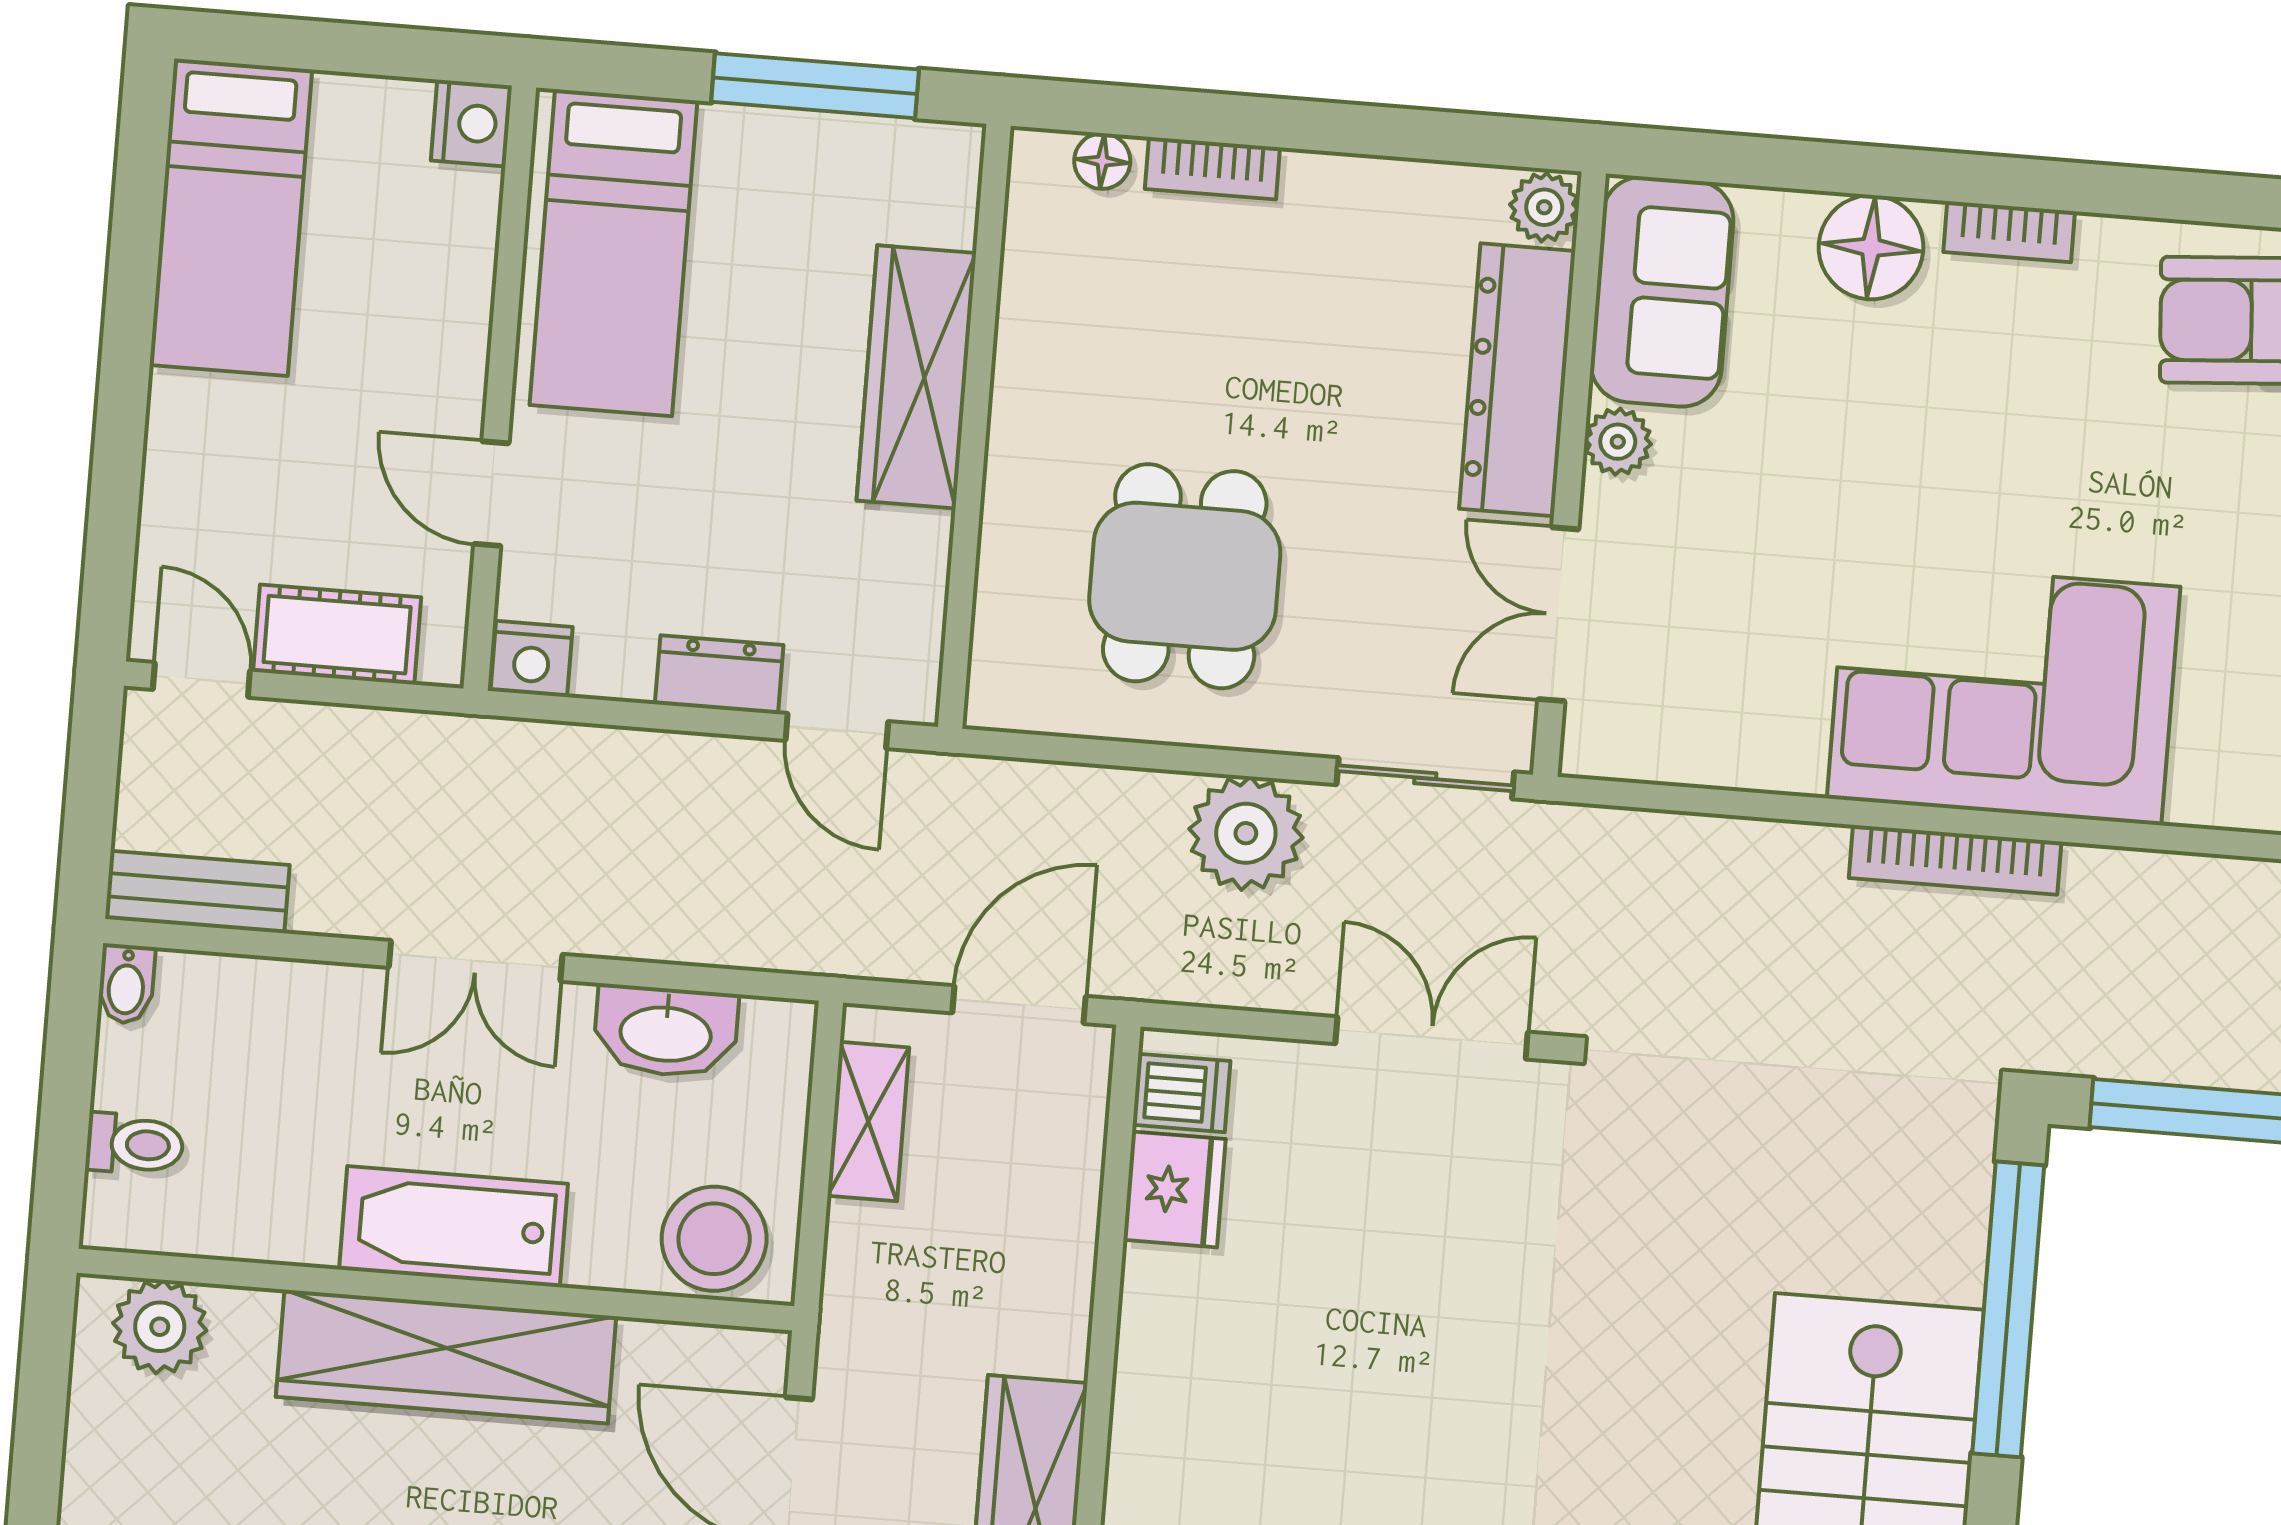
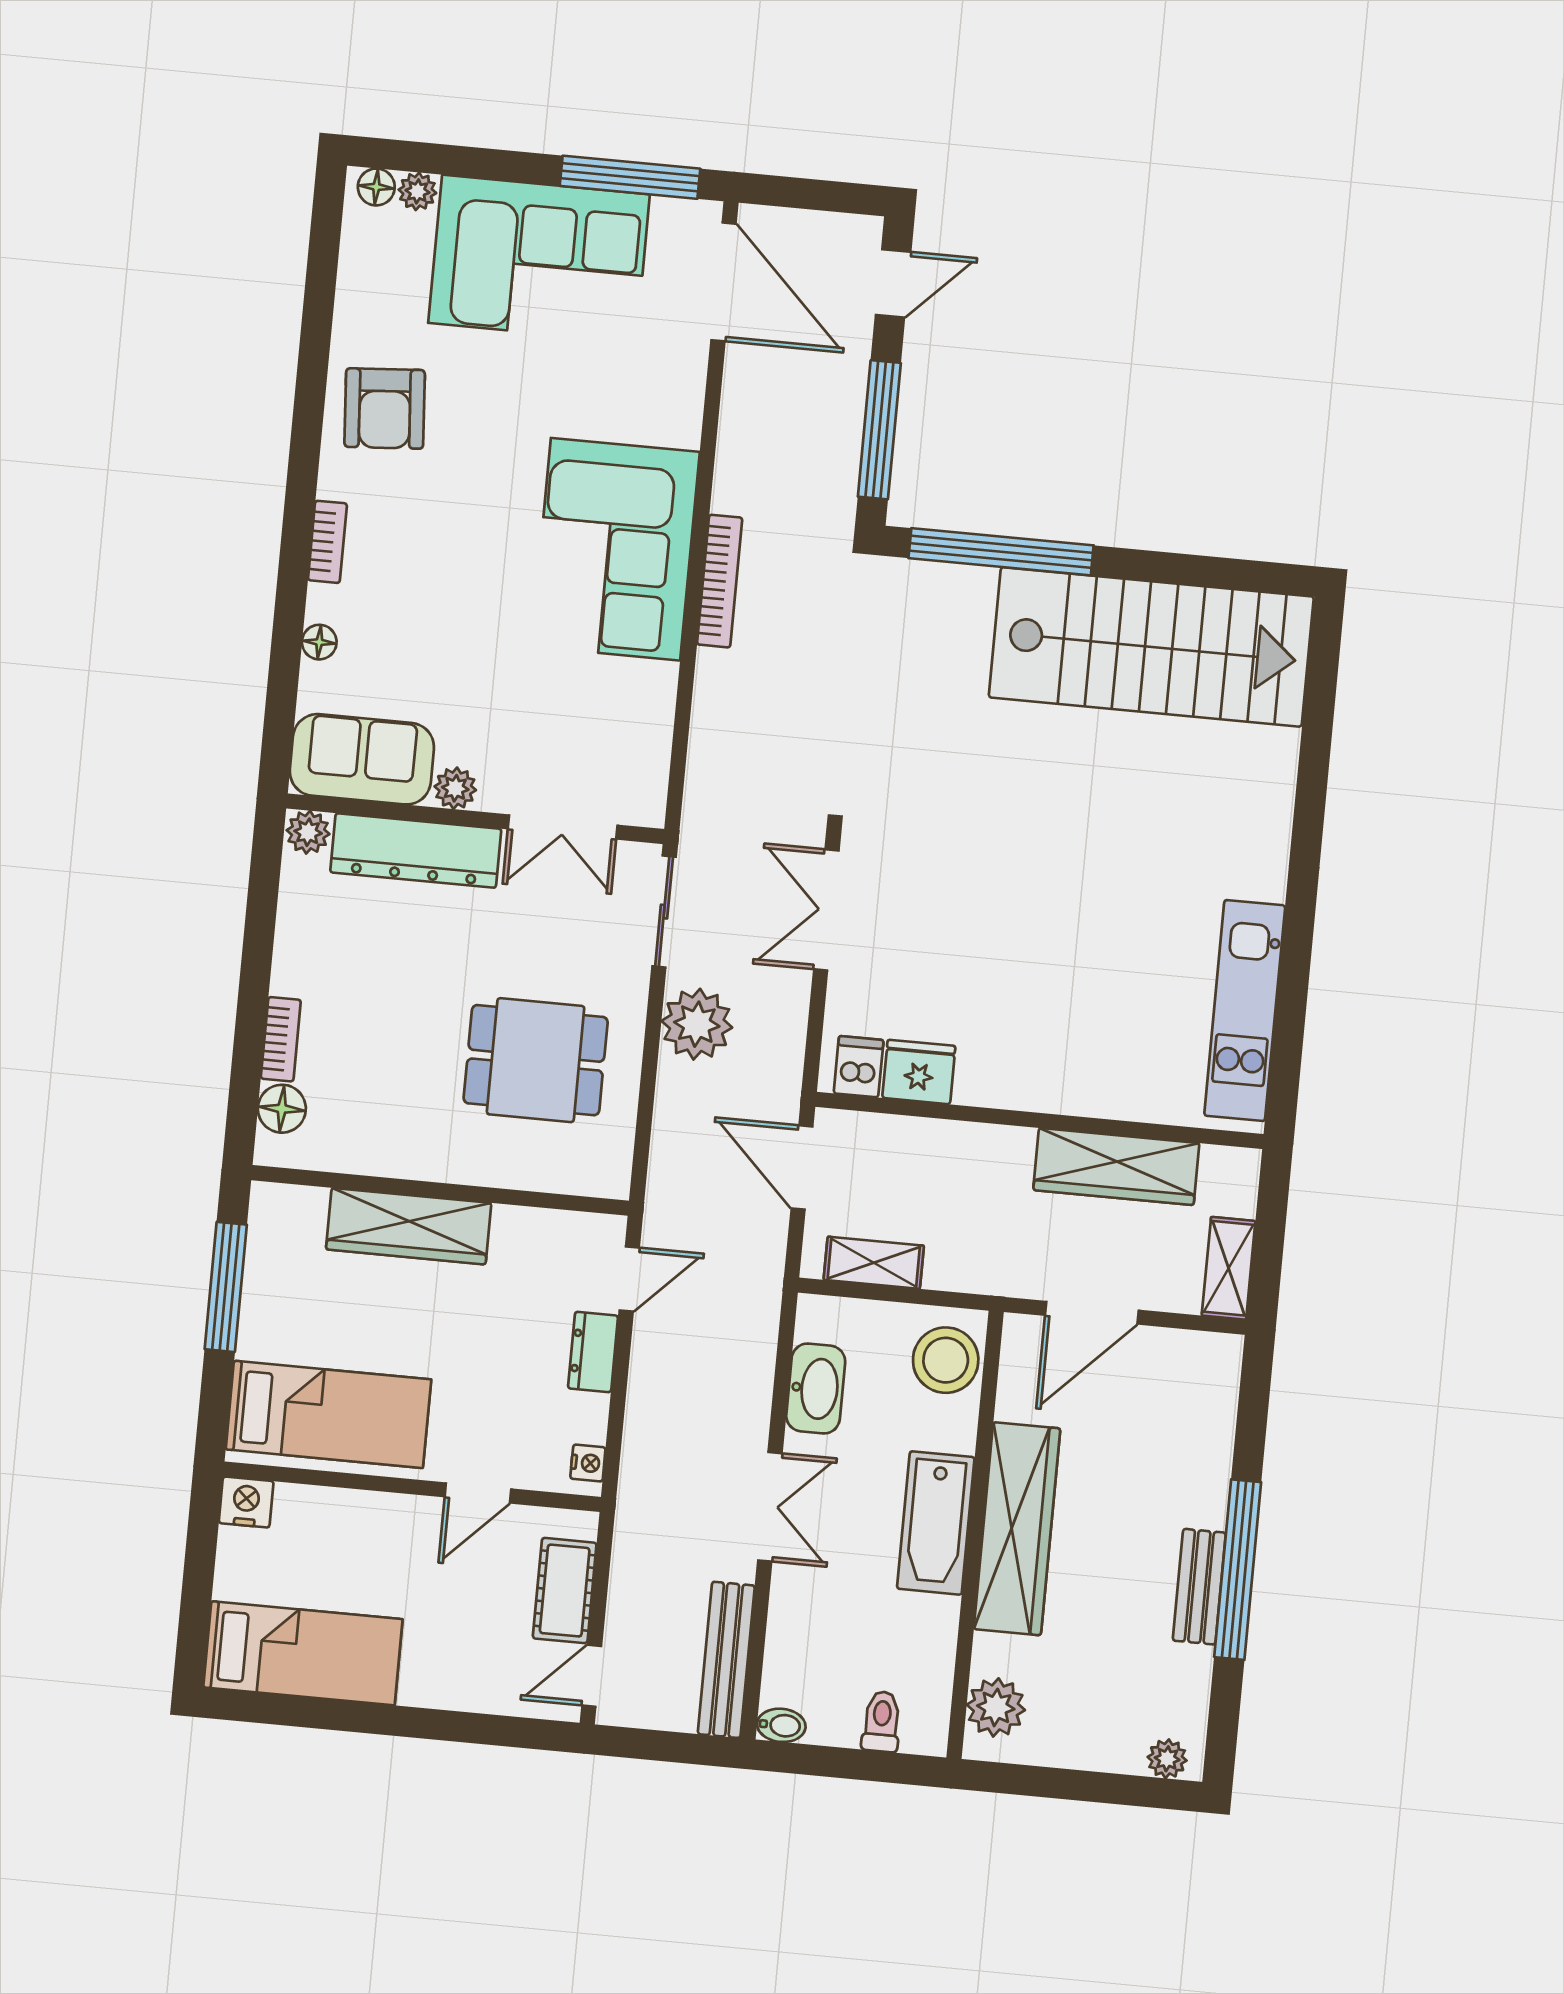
floor lamp: (1102, 161) -> (282, 1109), width x1.37, depth x1.37
floor lamp: (1871, 247) -> (319, 642), width x0.53, depth x0.53
nightstand: (532, 659) -> (588, 1463), width x0.72, depth x0.74
bench: (197, 892) -> (726, 1660), width x1.36

